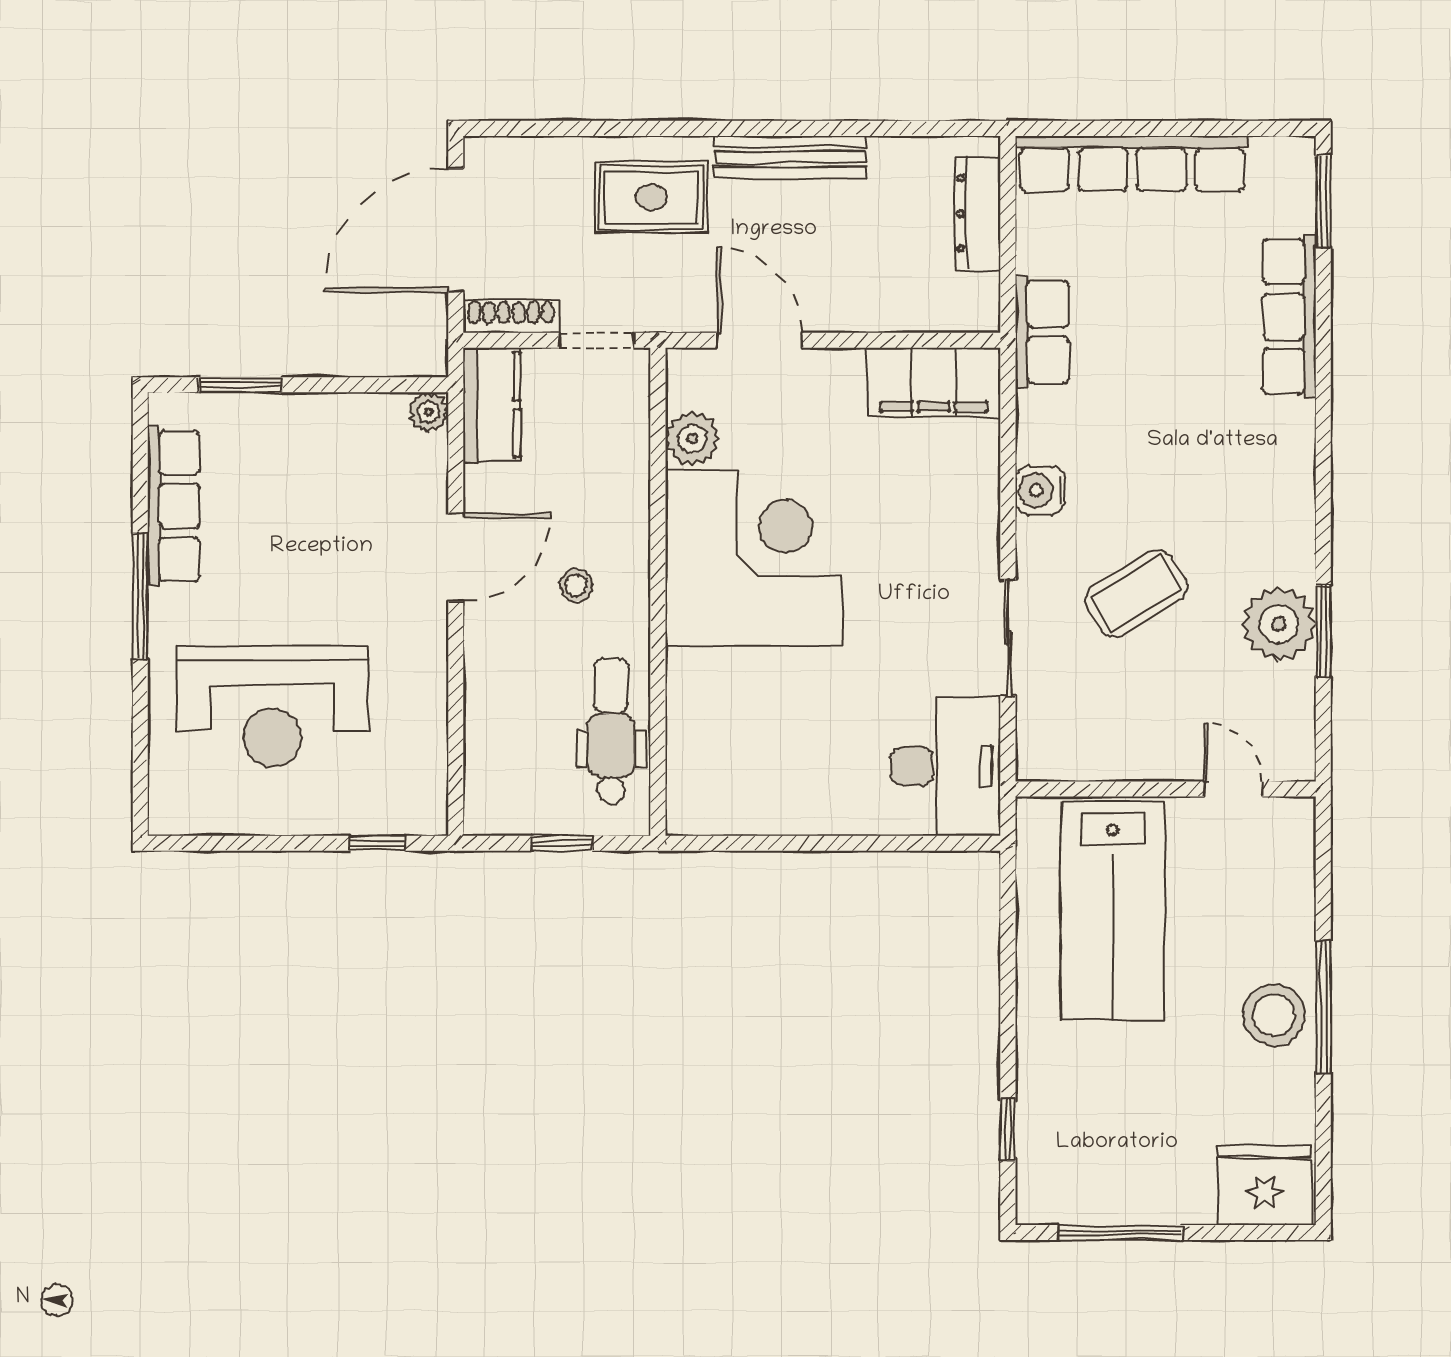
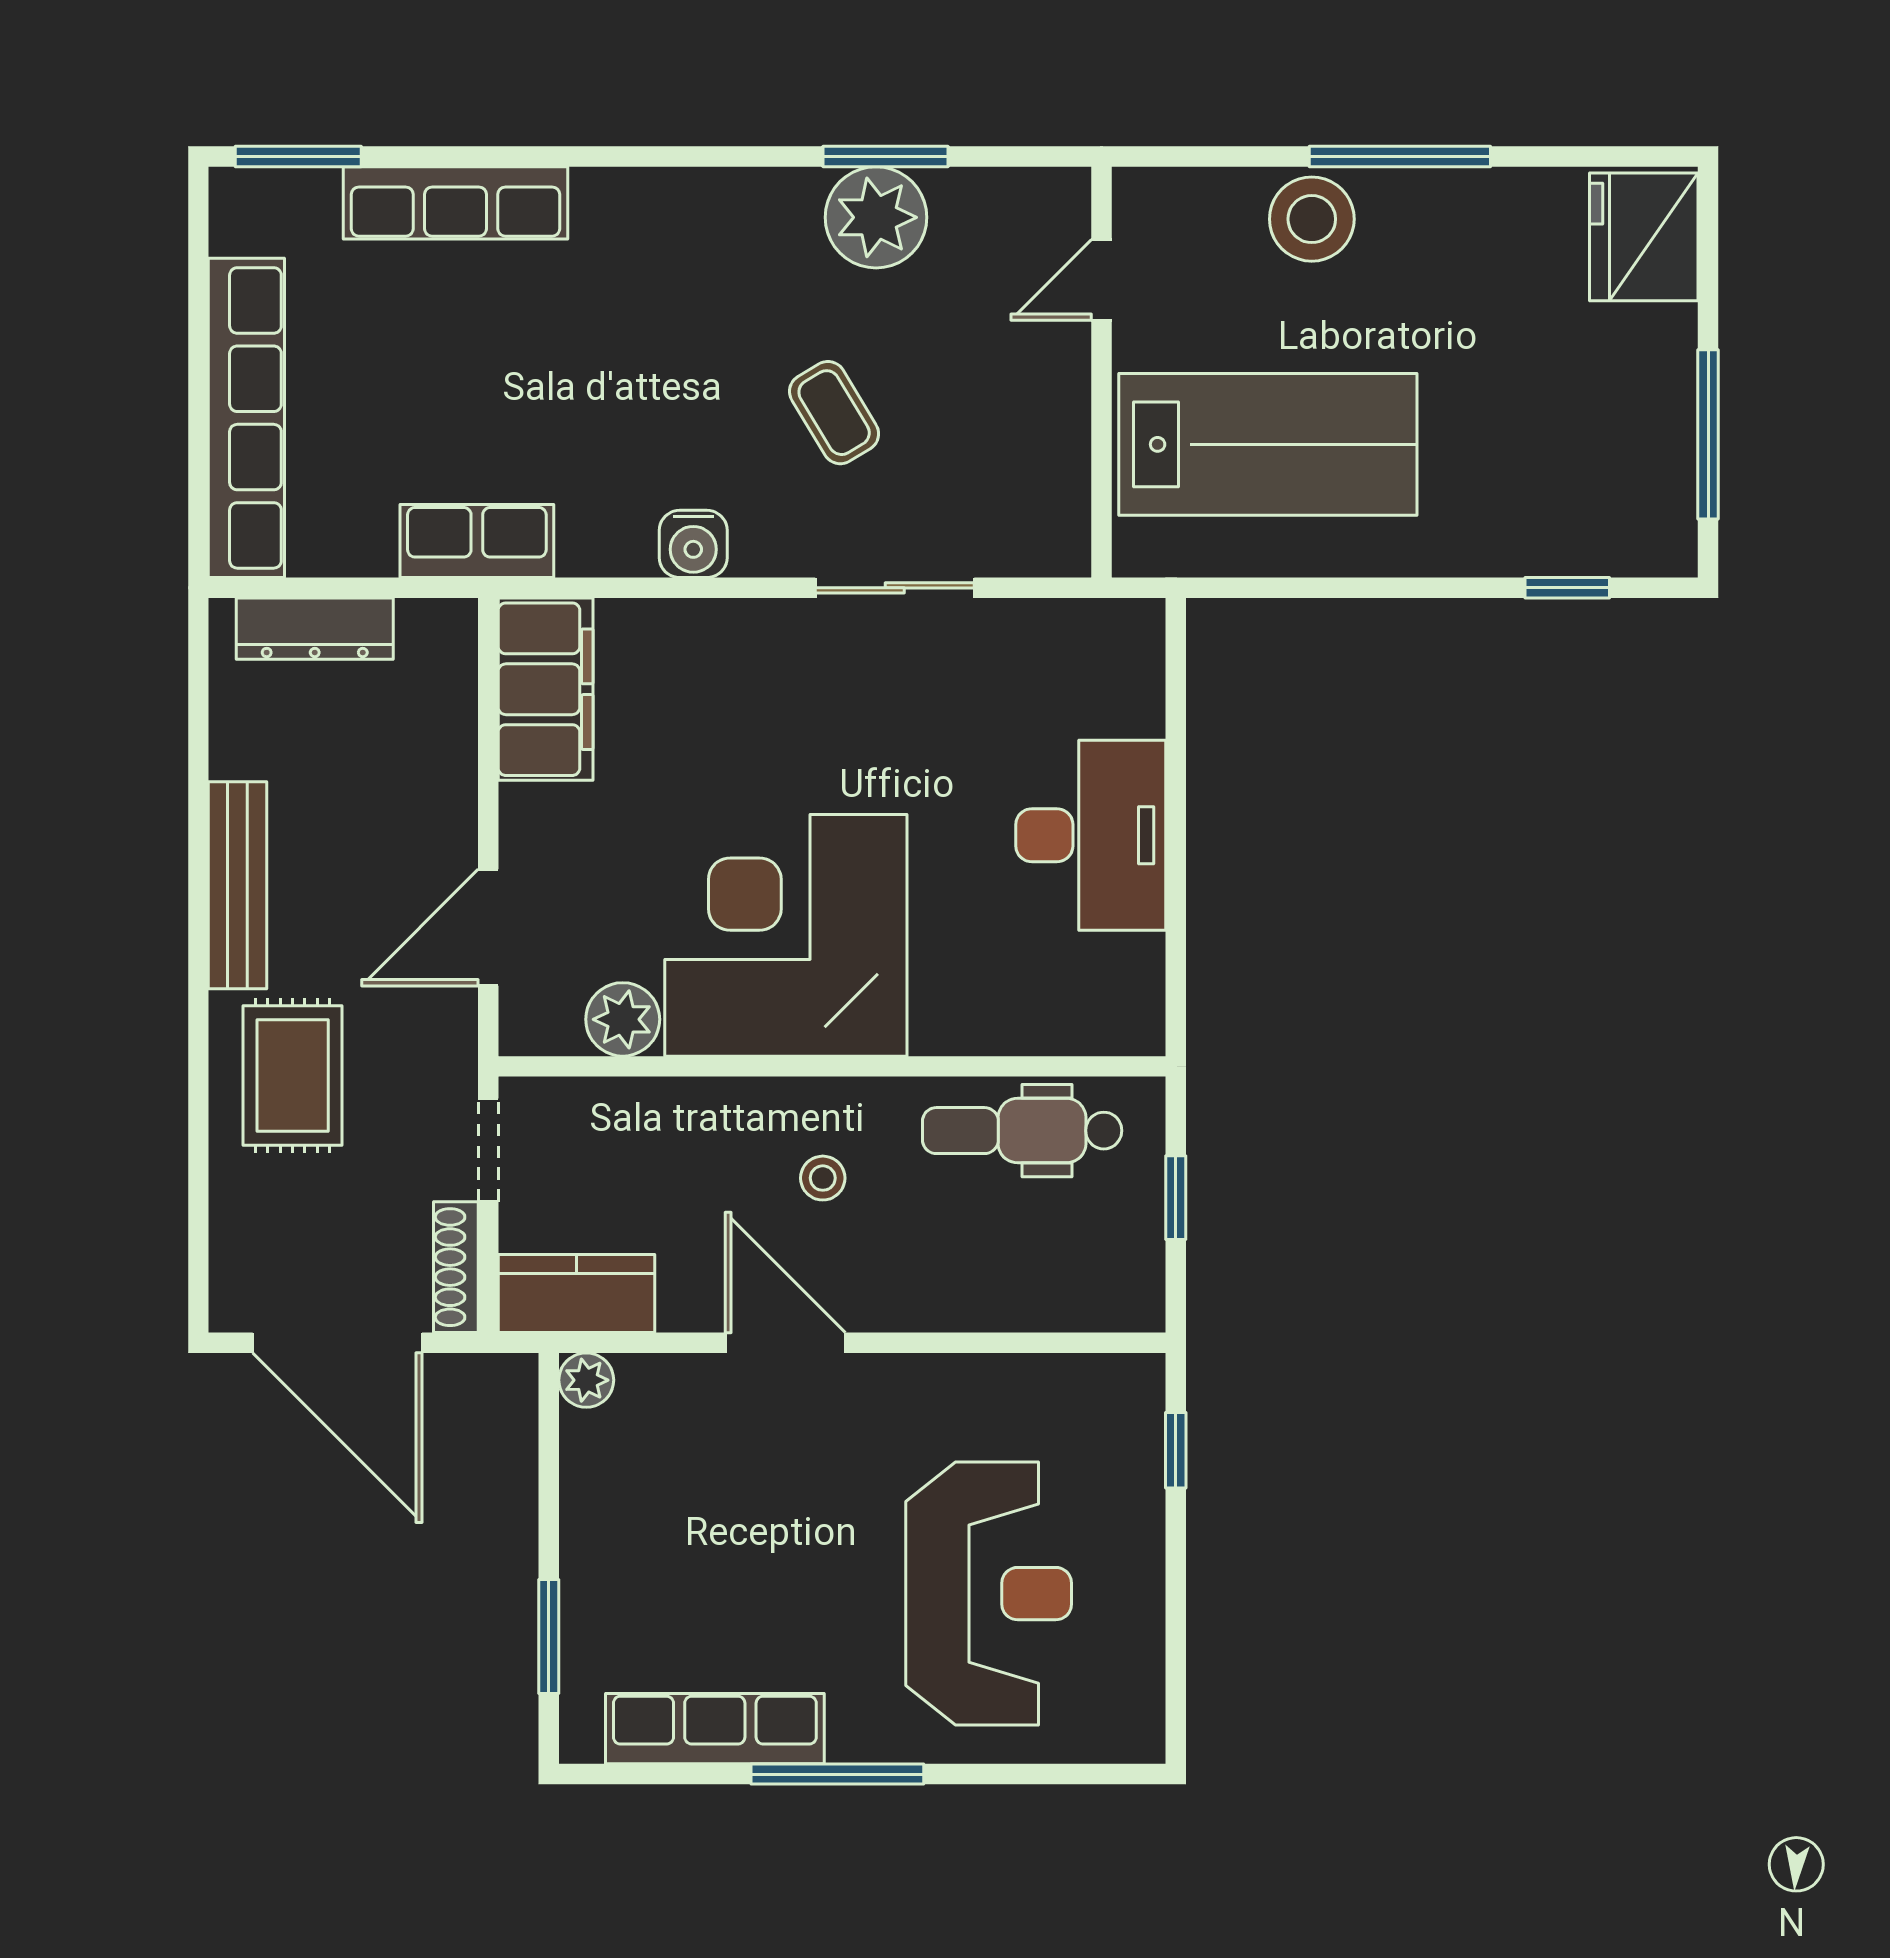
coffee table: (1136, 593) -> (834, 413), width x0.73, depth x0.77
desk: (946, 766) -> (1091, 835), moved, turned 90
stool: (1274, 1015) -> (1312, 219), moved

